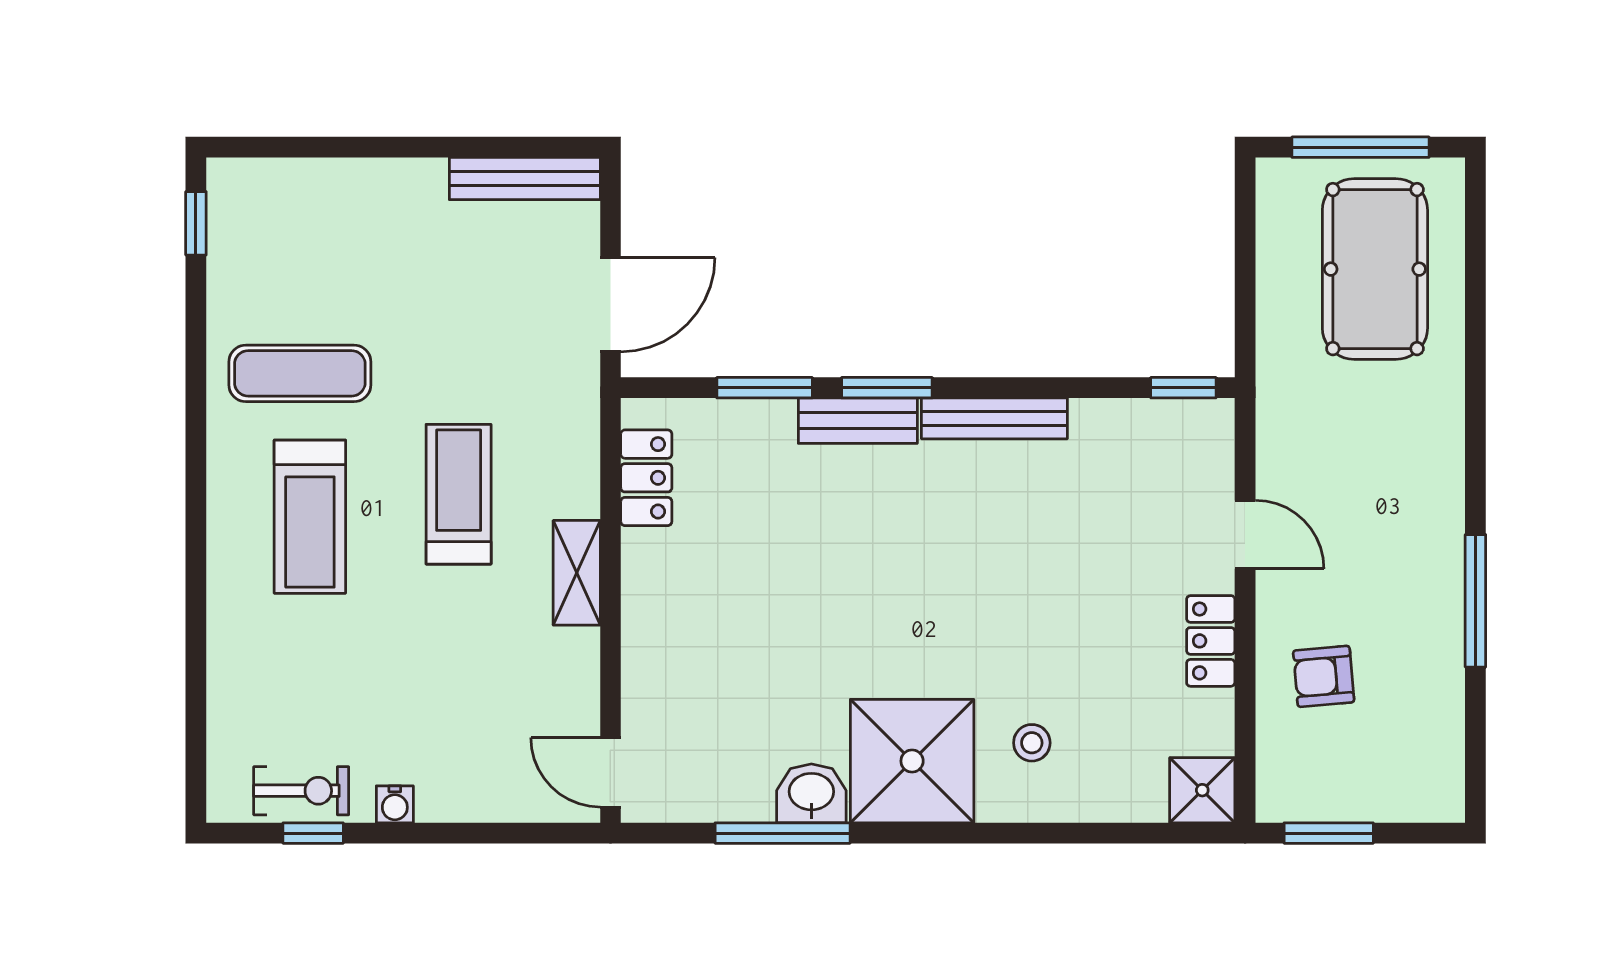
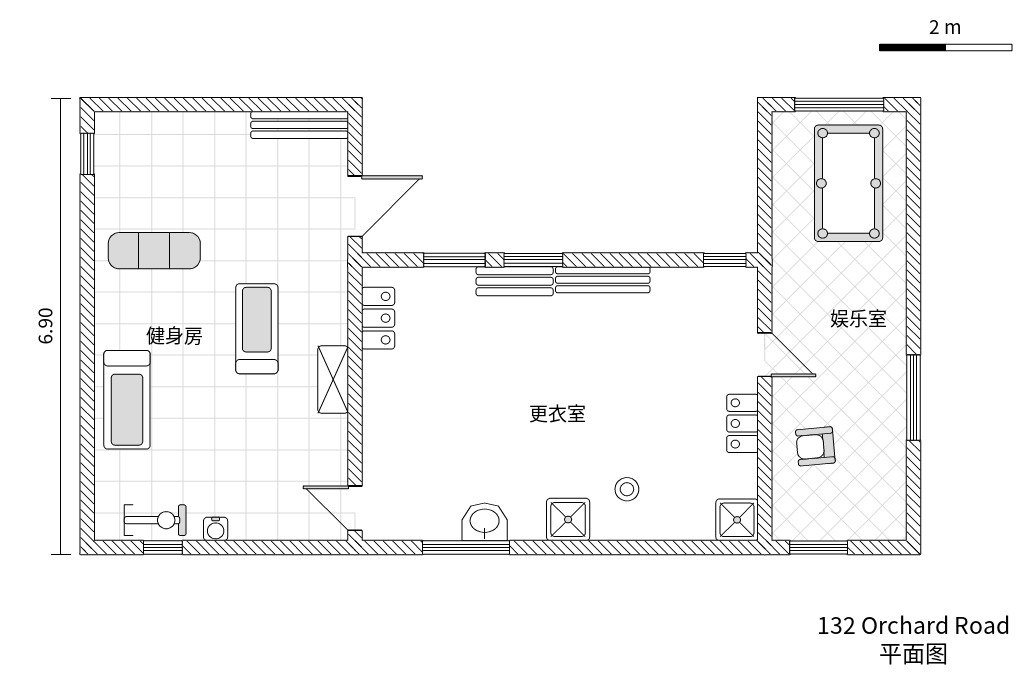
treadmill: (310, 517) -> (127, 400), moved
shower: (912, 761) -> (568, 520), width x0.54, depth x0.54

